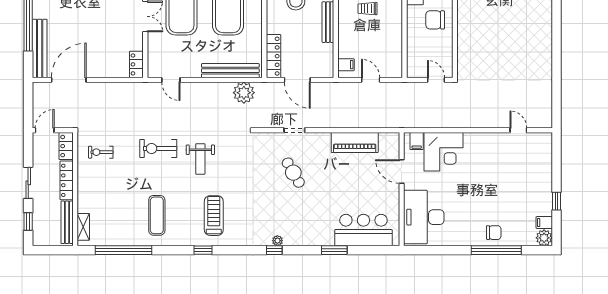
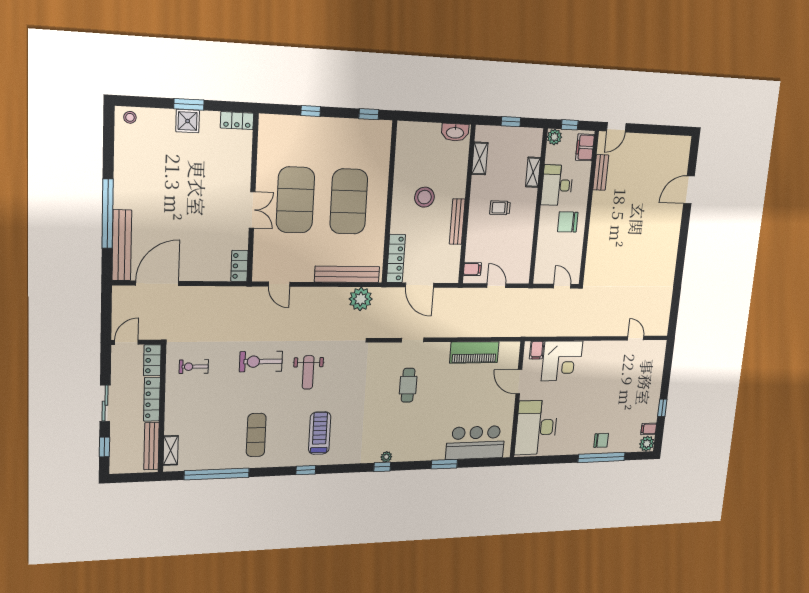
cafe table: (293, 173) -> (408, 385), turned 30

